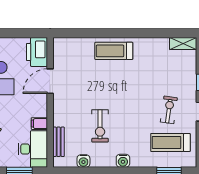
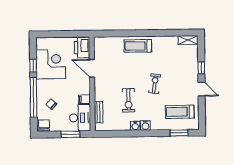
door: (50, 81) -> (92, 68), hinge flipped
exercise bike: (169, 110) -> (155, 84), moved
water cooler: (83, 161) -> (135, 126), moved

